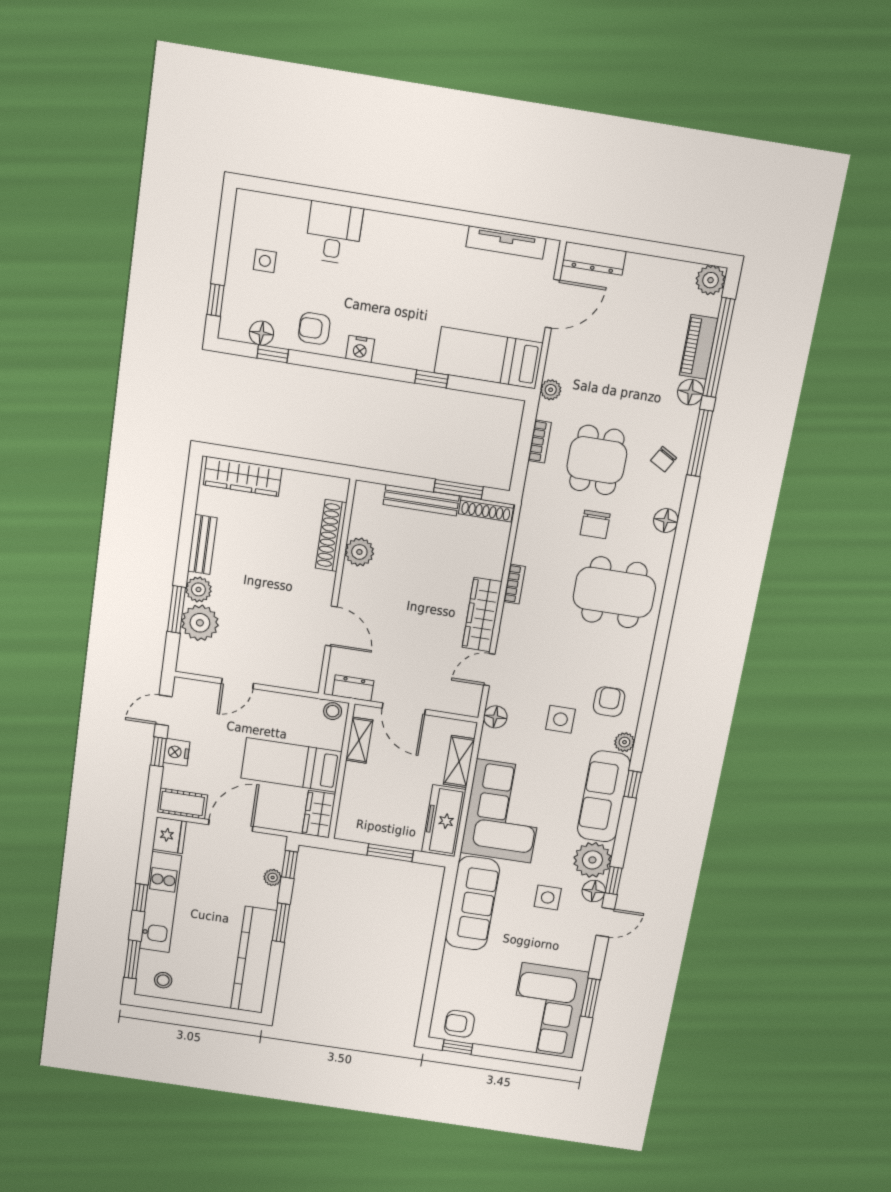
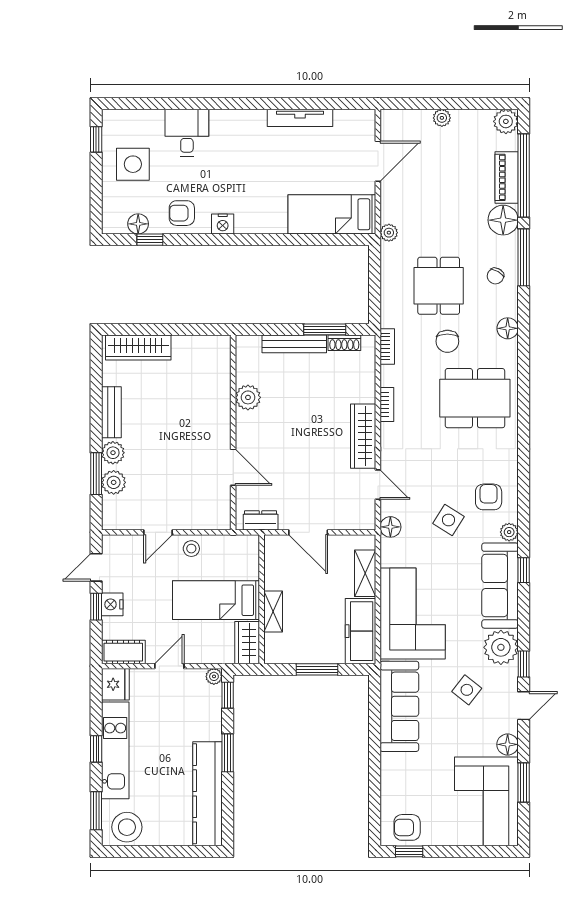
tv unit: (506, 243) -> (300, 118), moved
dresser: (594, 258) -> (406, 119), removed
side table: (265, 261) -> (133, 164), width x1.87, depth x1.87
plant: (637, 264) -> (442, 118), added
window: (216, 300) -> (96, 139), moved
window: (431, 379) -> (287, 240), removed
floor lamp: (690, 392) -> (503, 220), width x1.38, depth x1.38
bookcase: (540, 442) -> (387, 346), moved
shoe rack: (486, 509) -> (344, 343), width x0.70
shoe rack: (331, 536) -> (221, 387), removed
plant: (200, 623) -> (114, 482), width x0.73, depth x0.73
door: (489, 670) -> (378, 485), swing flipped
stool: (333, 711) -> (191, 549), moved
side table: (560, 719) -> (448, 520), turned 32
shelving: (359, 740) -> (273, 612), moved
door: (231, 826) -> (169, 666), width x0.73
plant: (273, 878) -> (214, 676), moved
floor lamp: (594, 891) -> (508, 744), moved
side table: (548, 897) -> (467, 690), turned 38
stool: (163, 980) -> (127, 827), width x1.89, depth x1.89

